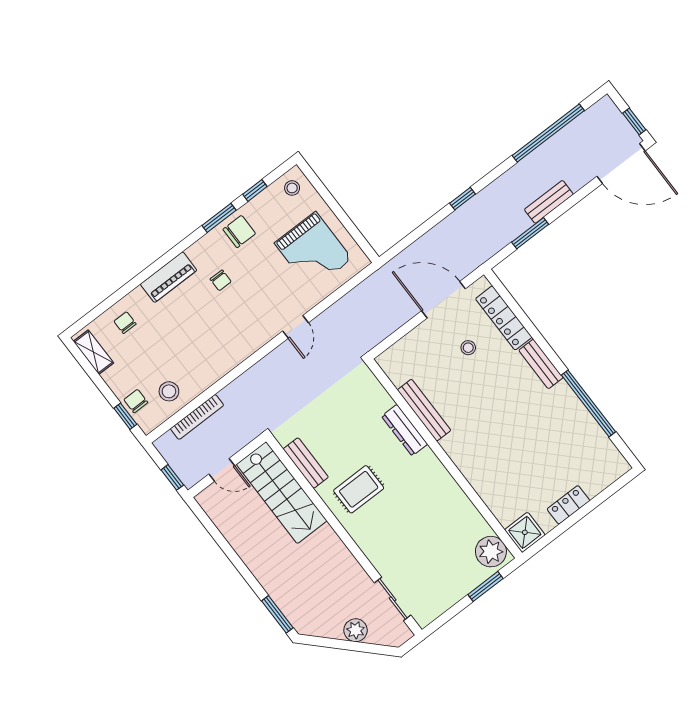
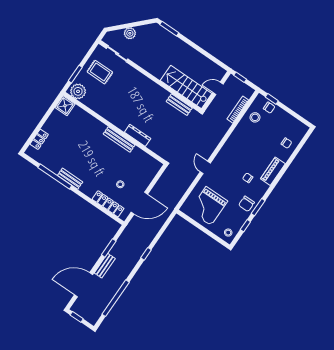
door: (621, 164) -> (83, 285), moved
grand piano: (313, 251) -> (208, 206), turned -90
shelving: (93, 352) -> (297, 124), removed
bench: (541, 364) -> (70, 179), moved
bench: (424, 410) -> (119, 139), moved
rug: (359, 489) -> (100, 72), moved, turned 90
locker: (568, 505) -> (39, 139), moved

